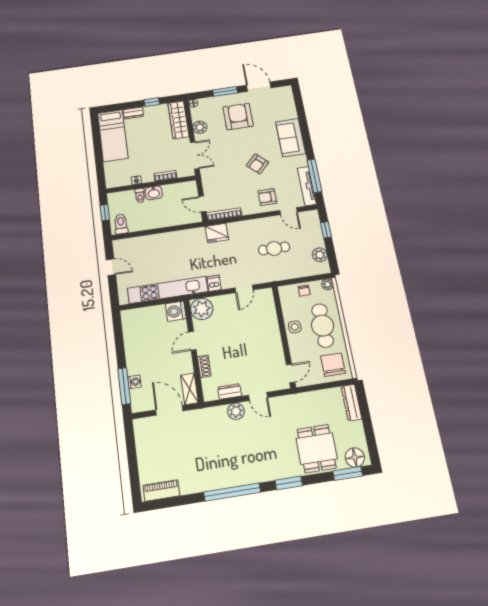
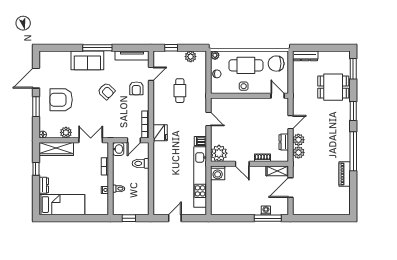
window: (314, 176) -> (97, 48), moved
washbasin: (154, 193) -> (118, 149), moved
toilet: (121, 224) -> (141, 163), moved
plant: (219, 414) -> (298, 152), added
floor lamp: (355, 457) -> (343, 62), removed
piano: (161, 490) -> (345, 174), moved

